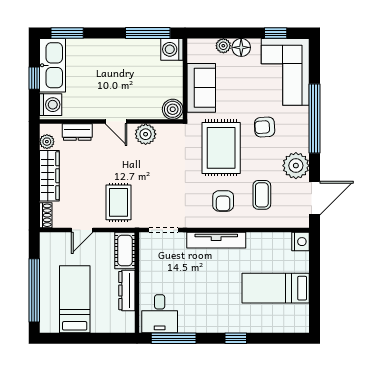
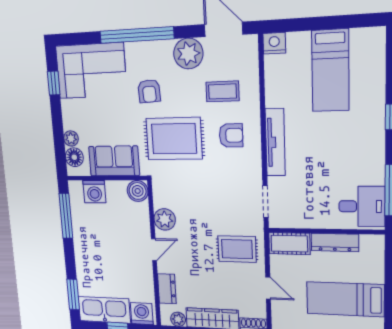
floor lamp: (241, 47) -> (74, 157), moved
washing machine: (172, 49) -> (94, 192), moved

